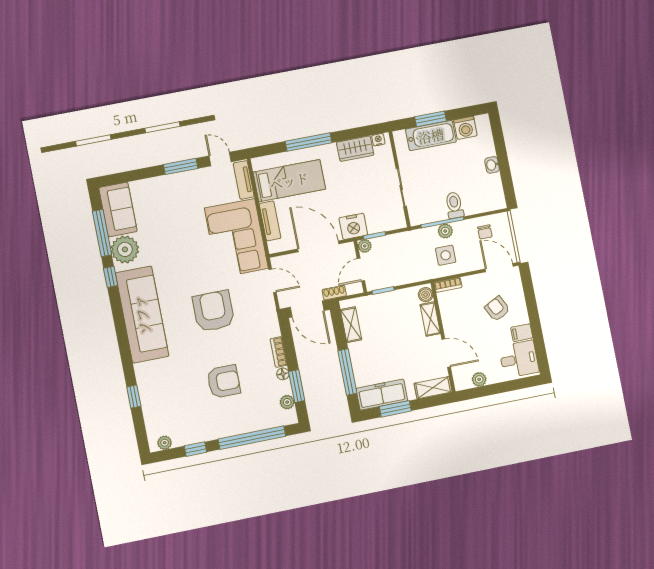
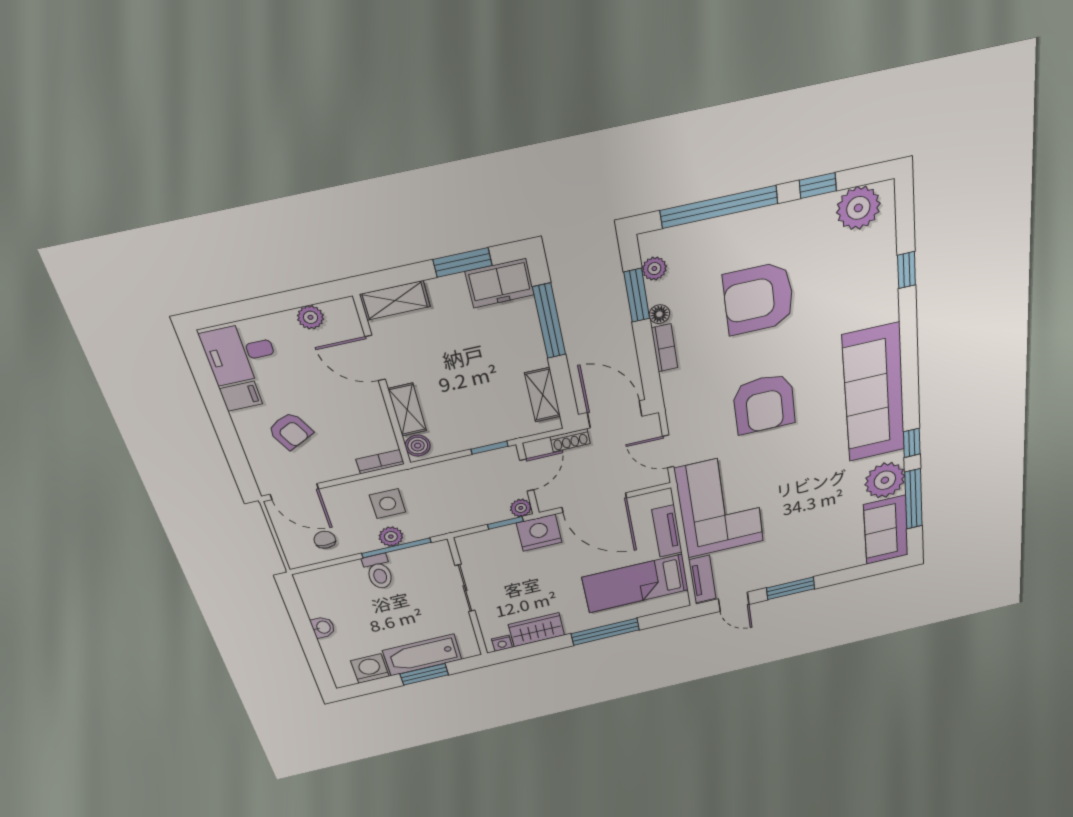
armchair: (224, 382) -> (759, 299), width x1.36, depth x1.36
freezer: (382, 395) -> (500, 283), width x0.71
plant: (165, 443) -> (858, 208), width x1.87, depth x1.87

